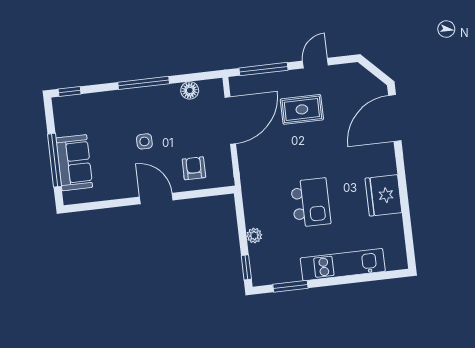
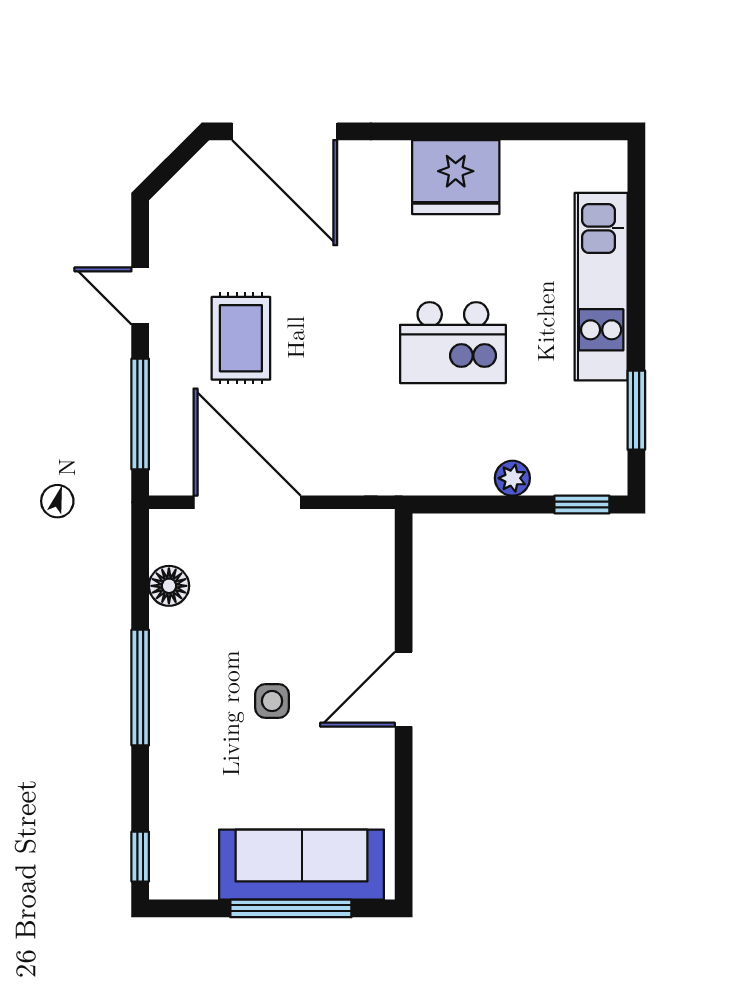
sofa: (74, 163) -> (302, 865), width x1.36
armchair: (194, 168) -> (345, 597), removed
kitchen island: (311, 203) -> (453, 343), turned 180

